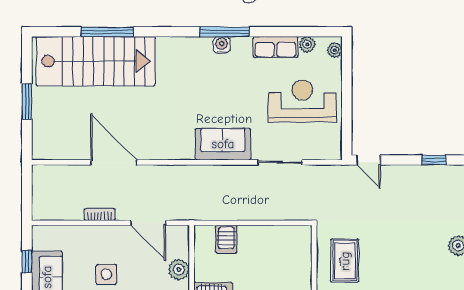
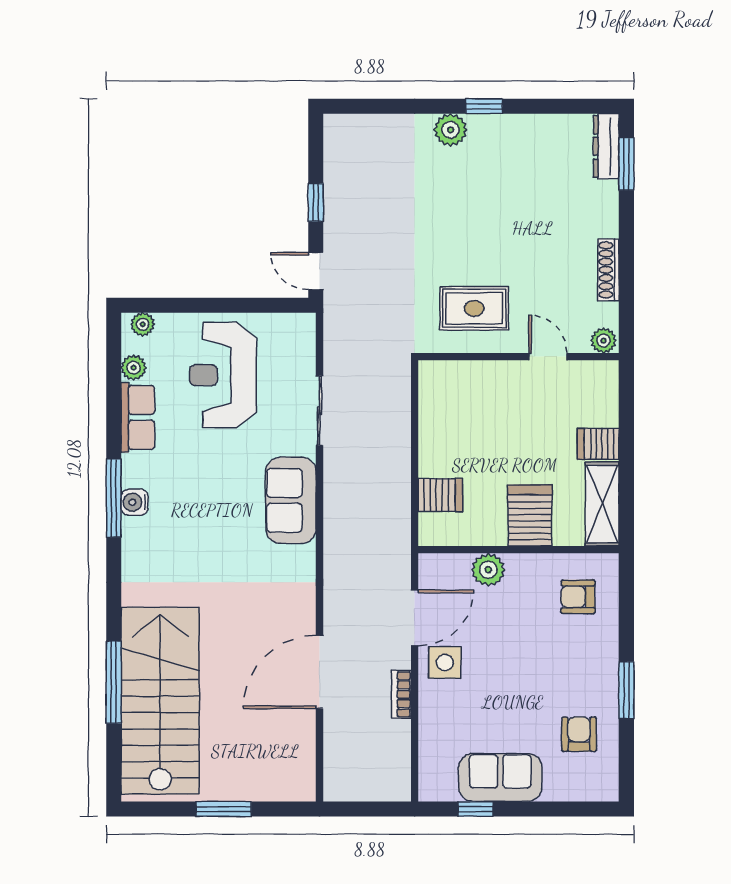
door: (368, 160) -> (316, 271), swing flipped
window: (434, 160) -> (316, 202), moved
side table: (106, 274) -> (445, 662), moved

